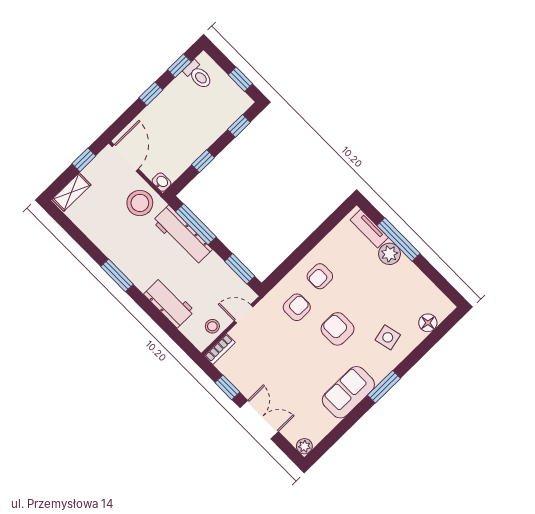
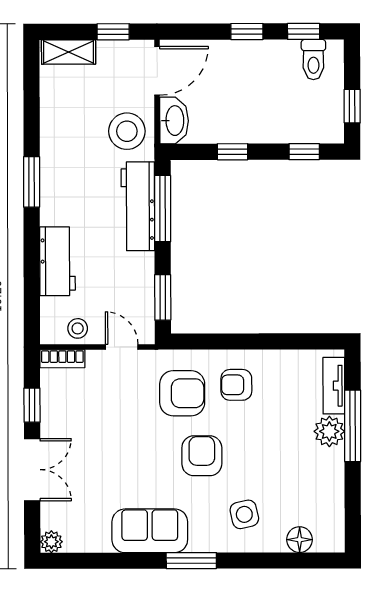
washbasin: (162, 182) -> (174, 121), width x1.91, depth x1.45
armchair: (297, 307) -> (182, 393), width x1.38, depth x1.38

